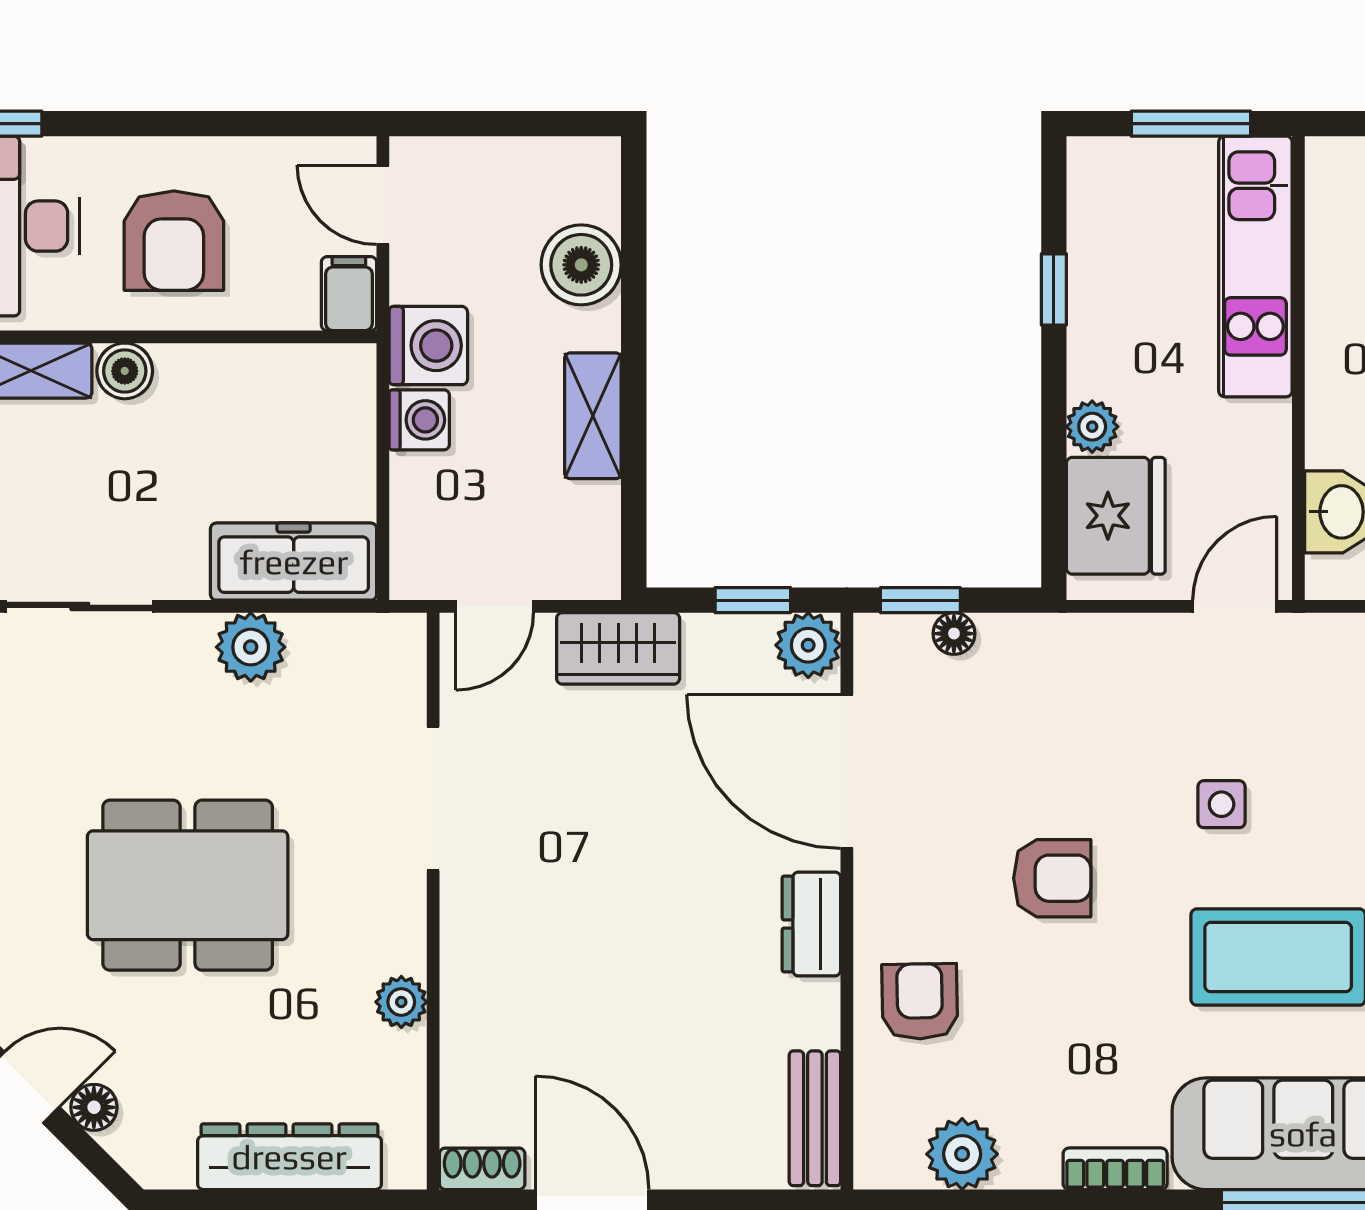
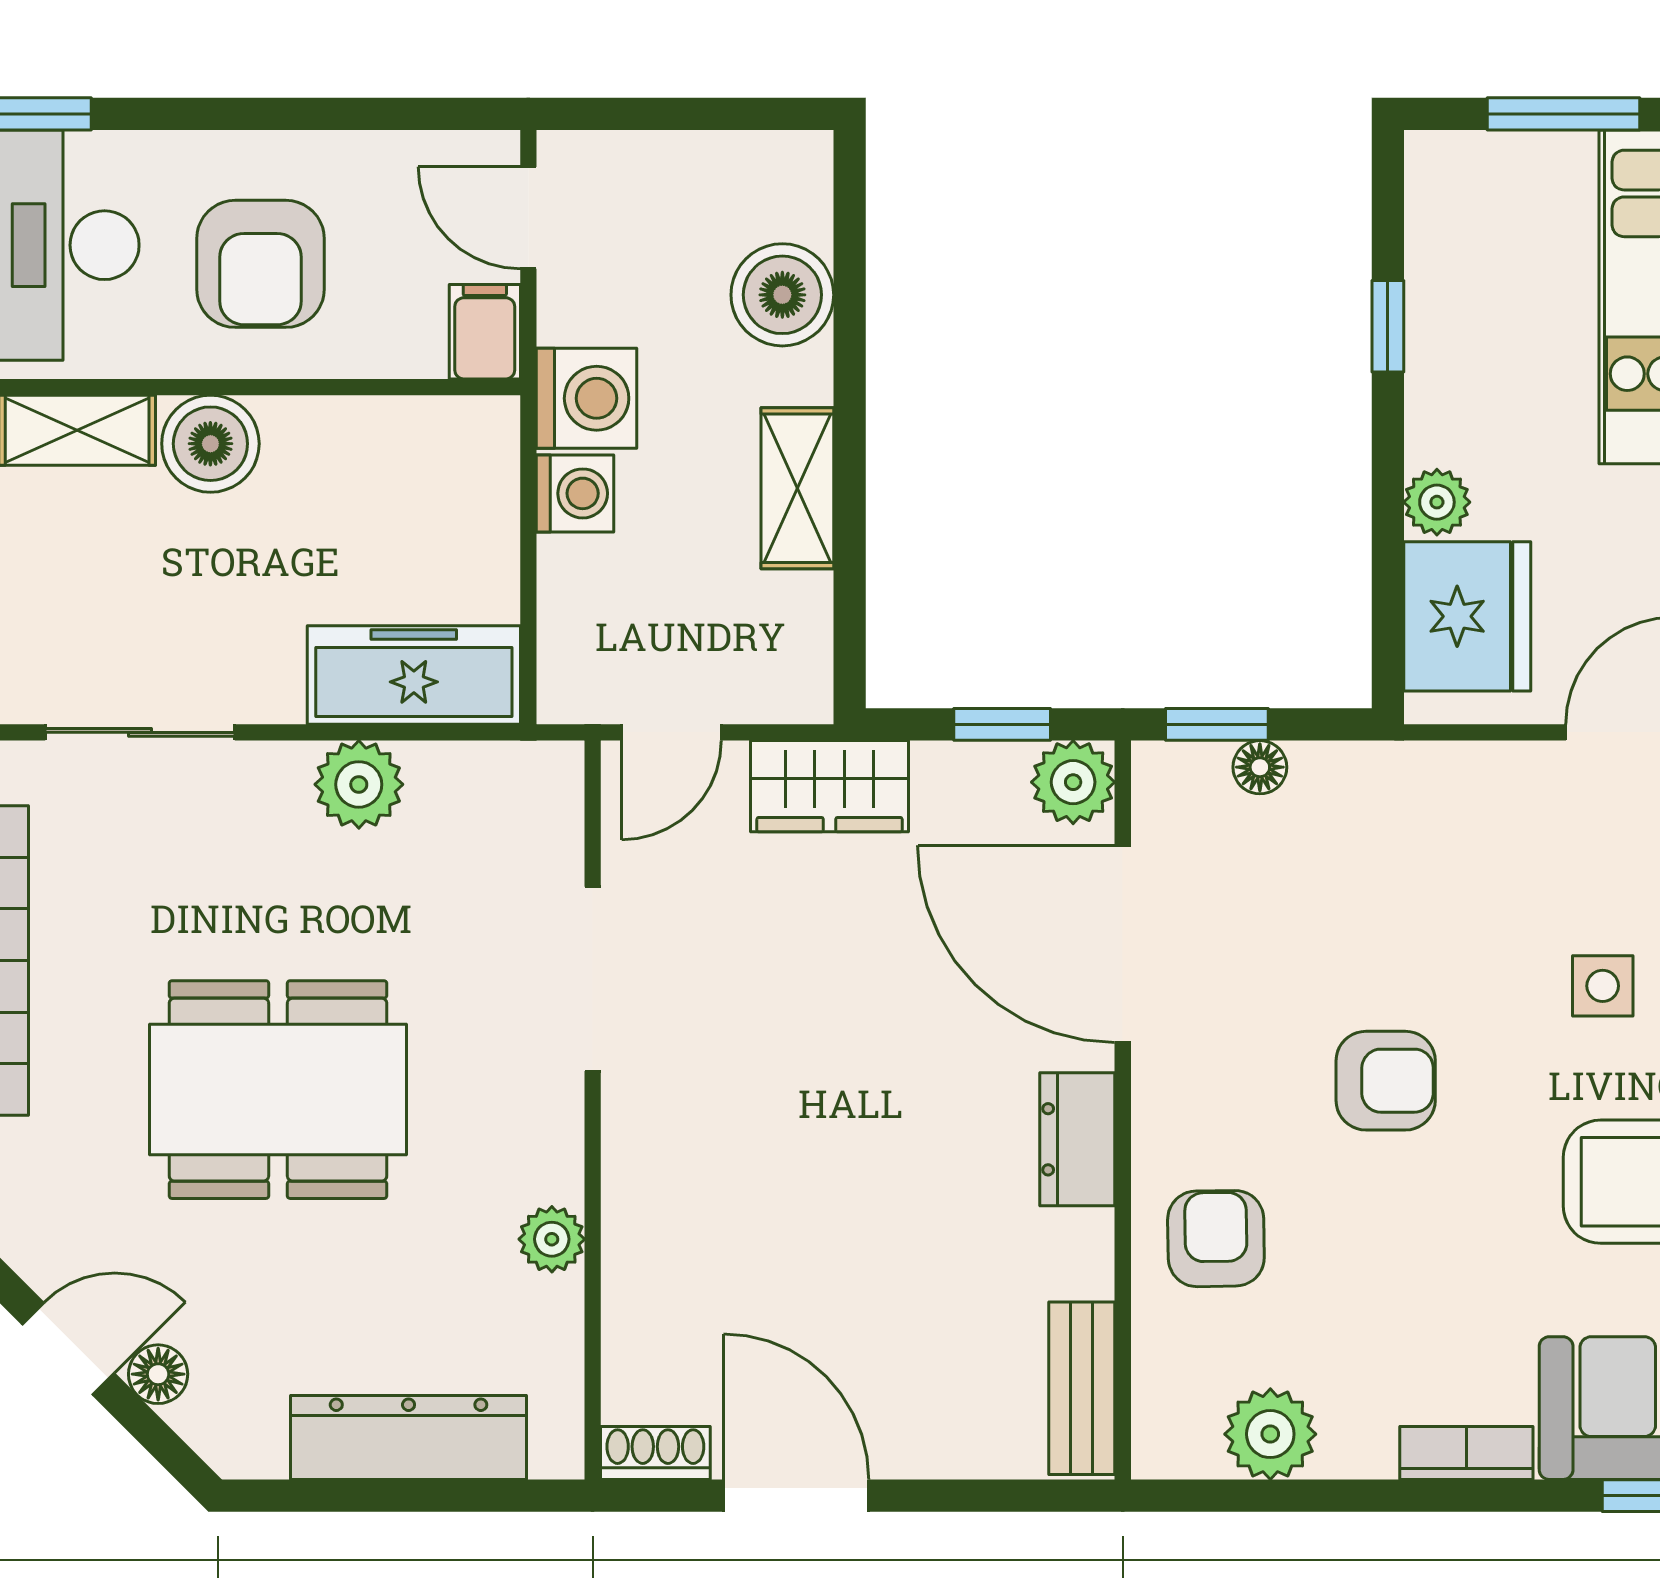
boiler: (125, 371) -> (210, 444), width x1.36, depth x1.36

